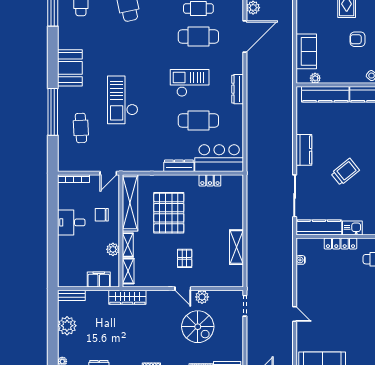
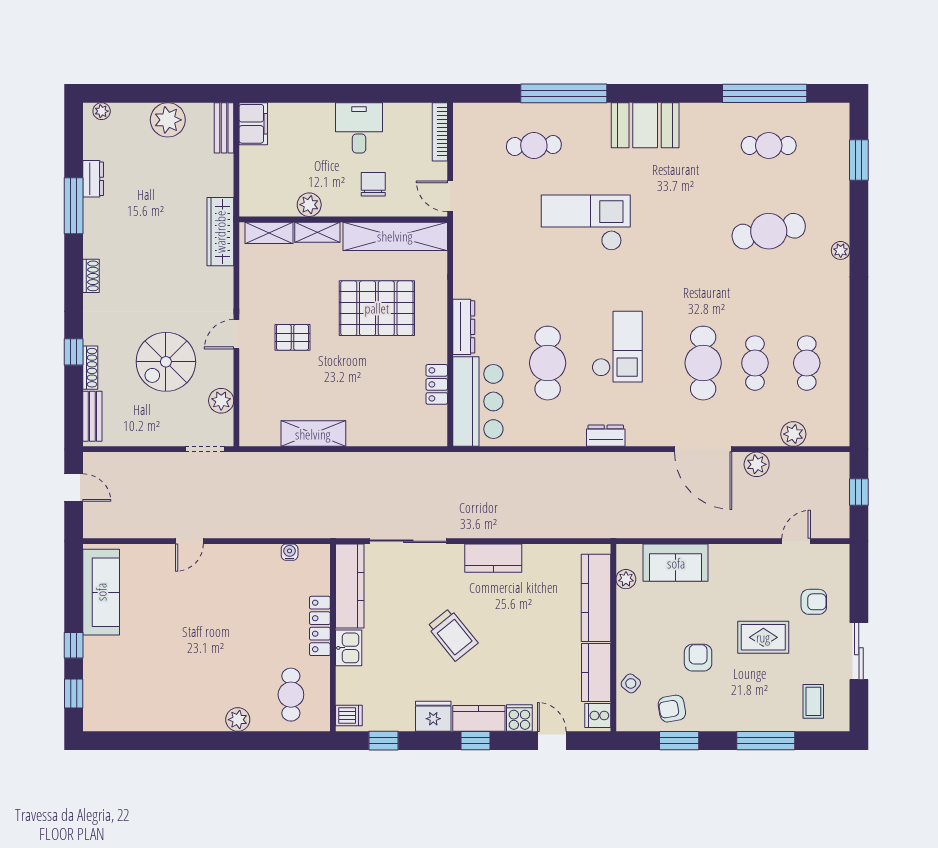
dresser: (238, 89) -> (606, 436), width x0.70
filing cabinet: (99, 280) -> (253, 124), moved
plant: (202, 297) -> (221, 401), moved

